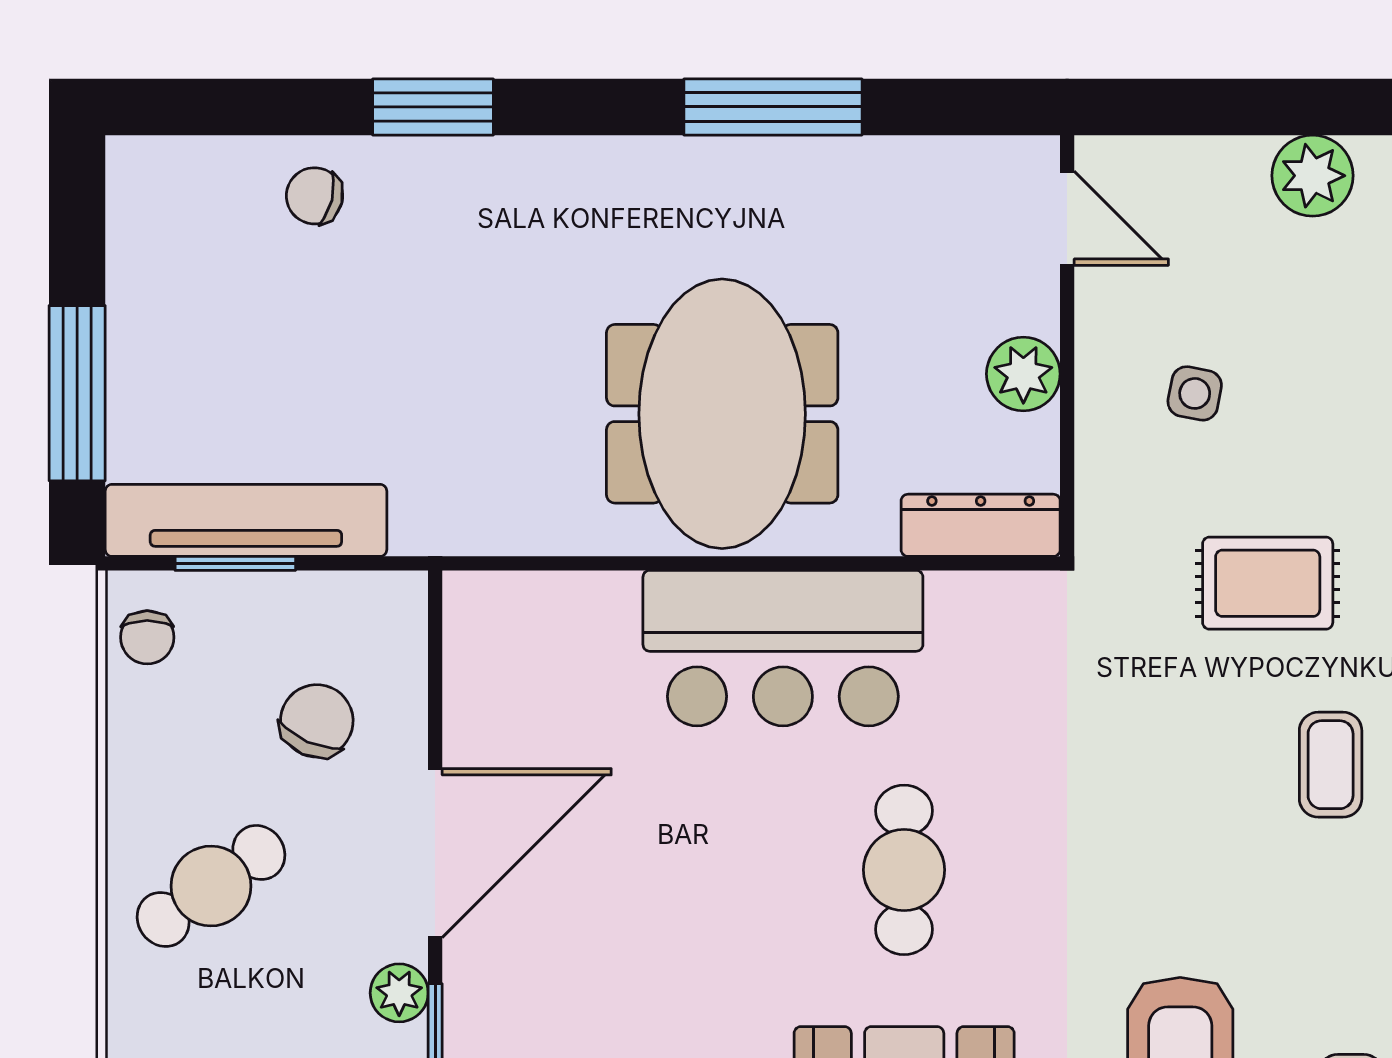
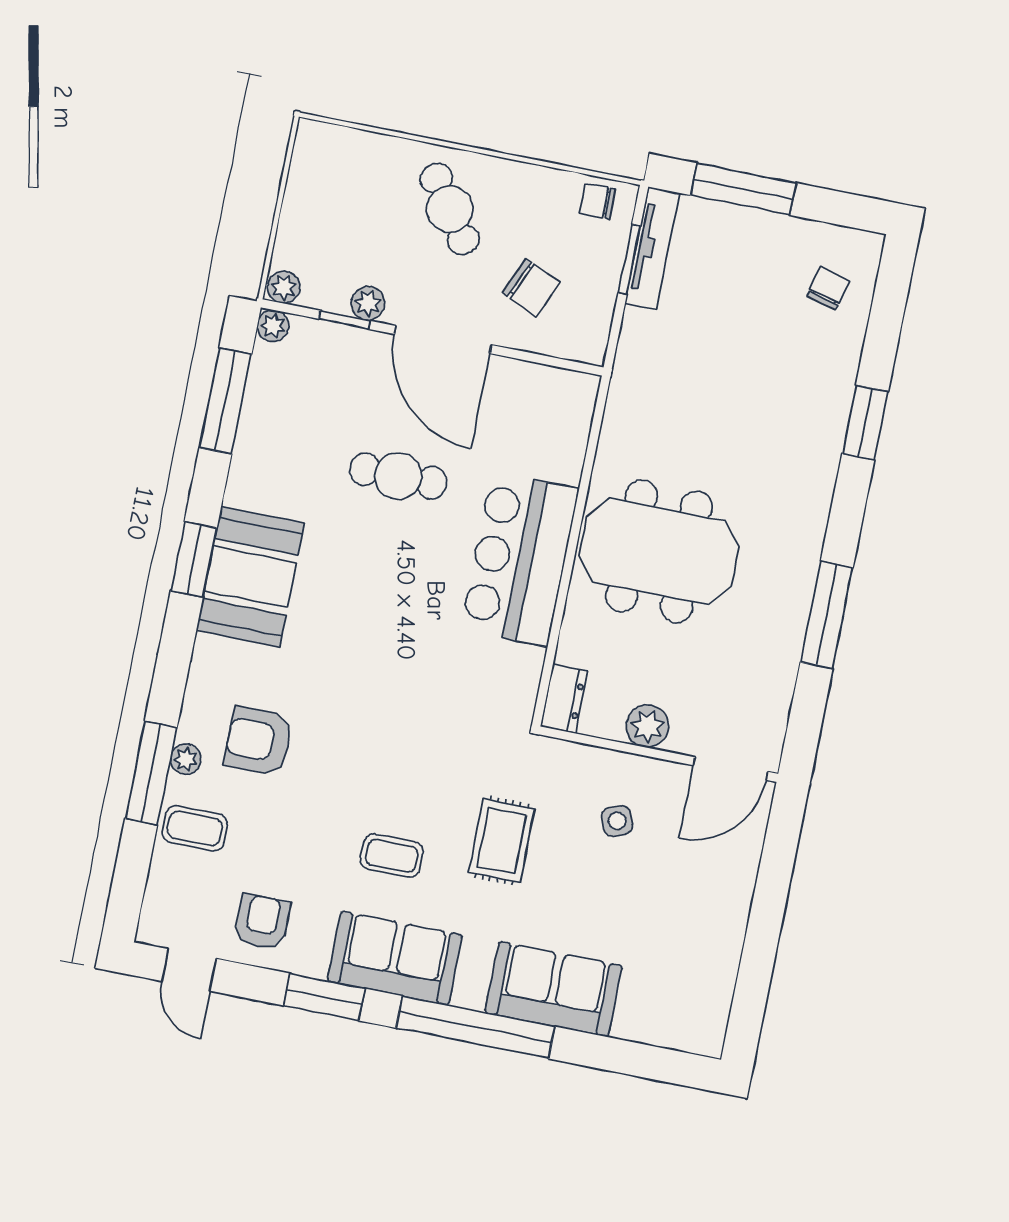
plant: (1313, 176) -> (727, 912), removed
chair: (315, 196) -> (828, 288), moved
door: (1067, 218) -> (731, 769), width x1.38
side table: (1195, 393) -> (617, 821), turned -32
tv unit: (246, 520) -> (652, 248), width x0.73, depth x0.78
dresser: (981, 525) -> (564, 699), width x0.70
cafe table: (904, 870) -> (398, 476), moved

